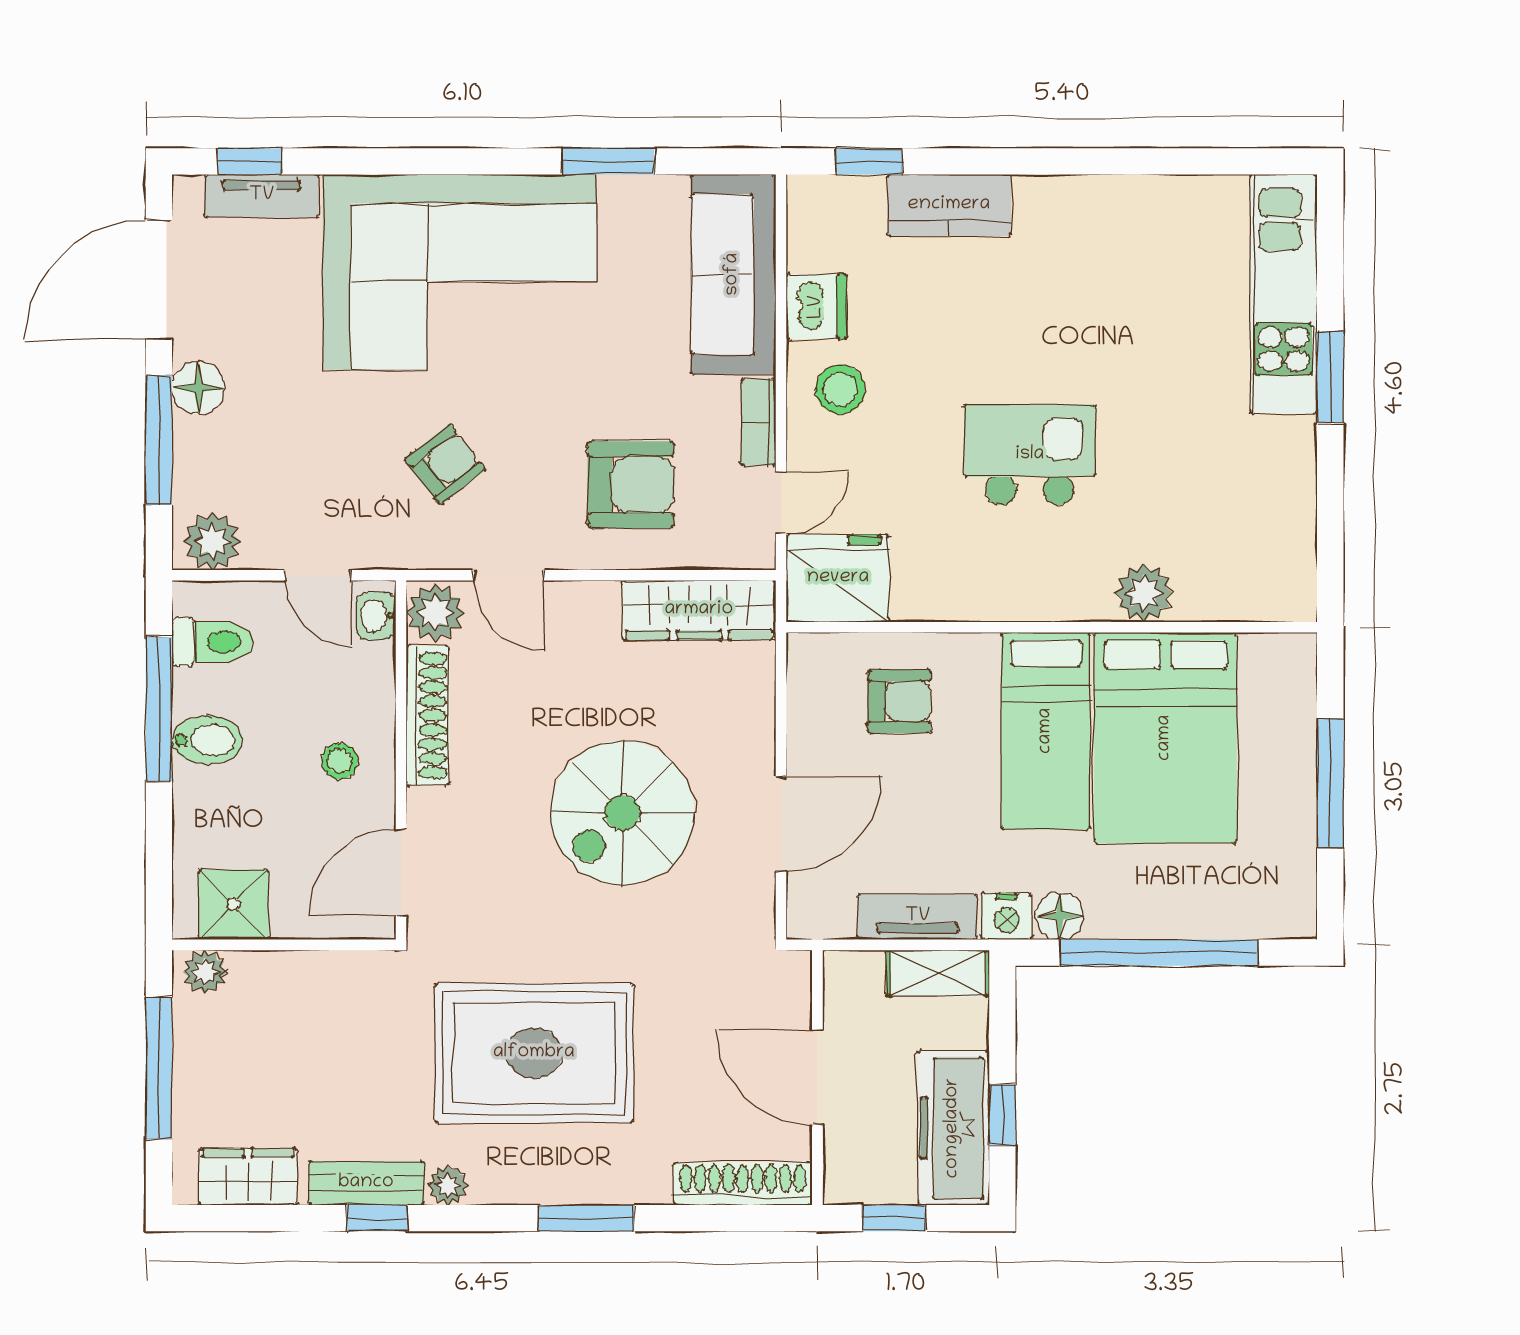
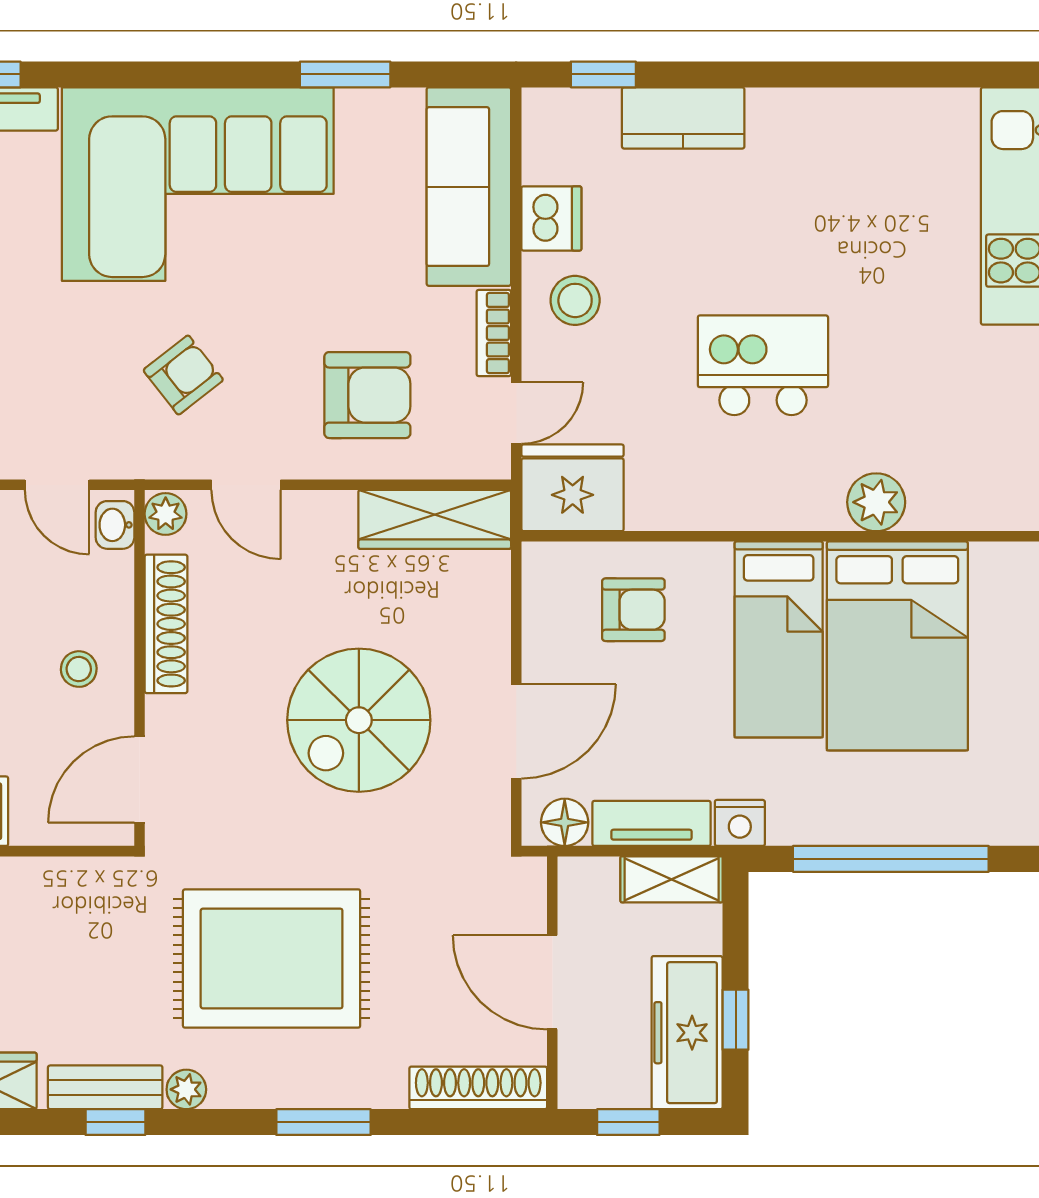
plant: (435, 613) -> (166, 514), width x0.73, depth x0.73
floor lamp: (1060, 916) -> (565, 822), moved

